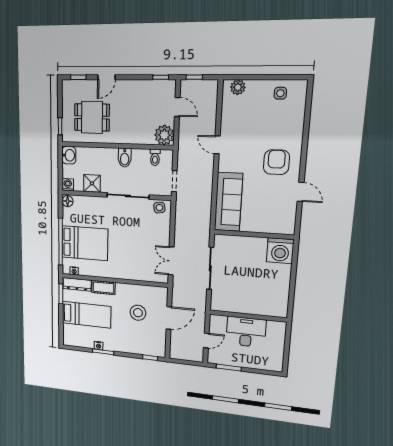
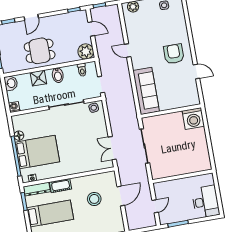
dining table: (92, 117) -> (40, 51), moved
shower: (92, 183) -> (38, 78), moved
floor lamp: (68, 201) -> (19, 136), moved
desk: (246, 332) -> (206, 202), moved, turned 90

